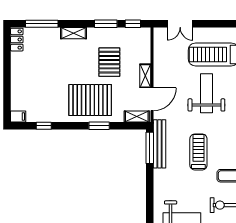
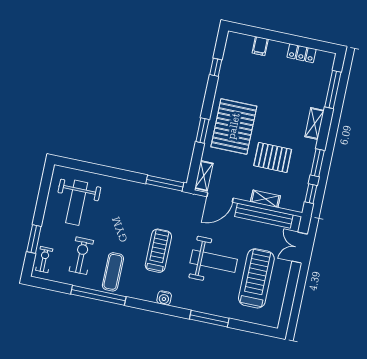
locker: (17, 40) -> (301, 53), moved
shelving: (145, 76) -> (265, 199), moved
door: (152, 99) -> (220, 197), hinge flipped
filing cabinet: (18, 116) -> (260, 46), moved
bench: (159, 144) -> (264, 216), moved
treadmill: (198, 152) -> (158, 251), moved, turned -90

